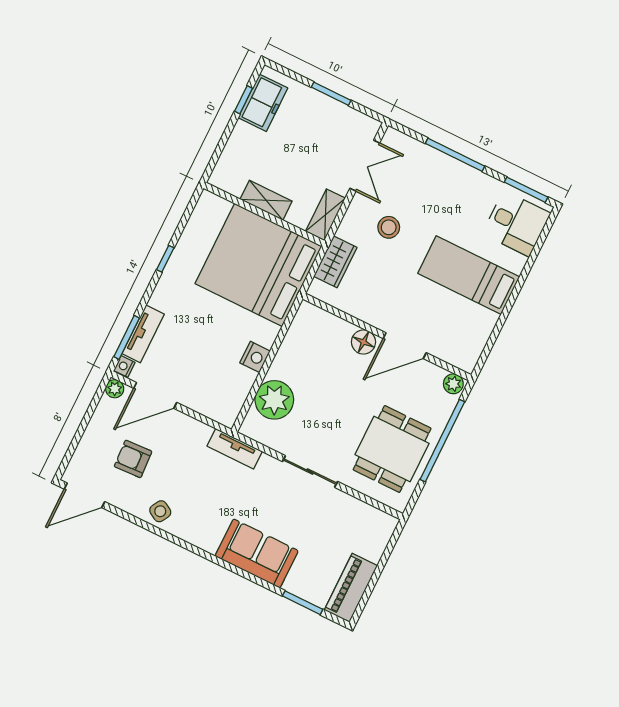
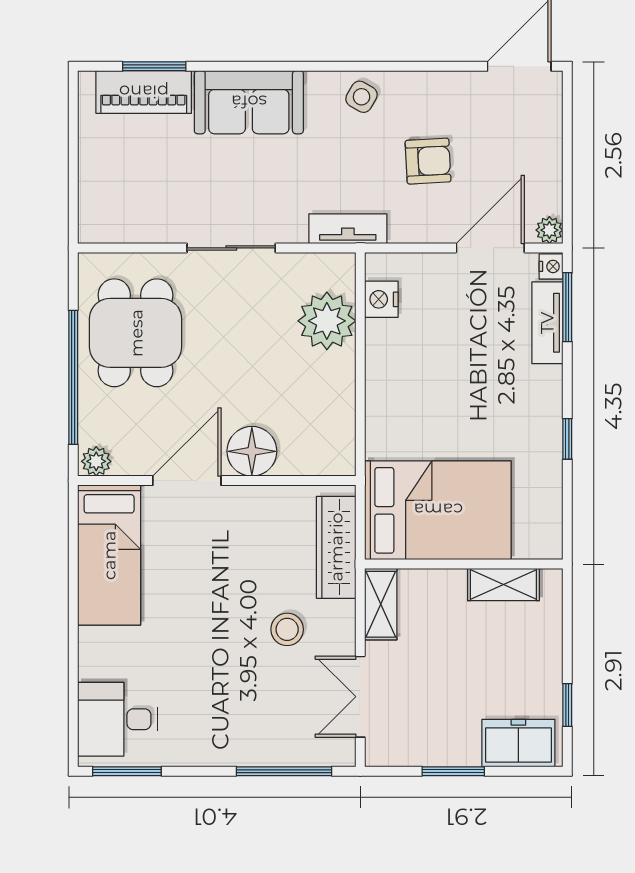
freezer: (263, 103) -> (518, 743), moved, turned 90
window: (455, 155) -> (284, 771), moved
shelving: (266, 200) -> (503, 585), moved
wardrobe: (335, 262) -> (336, 547), width x1.50
bed: (258, 265) -> (438, 510), width x0.73
bed: (469, 275) -> (109, 555), moved, turned 90
floor lamp: (363, 342) -> (252, 451), width x1.38, depth x1.38
nightstand: (255, 357) -> (381, 299), moved
armchair: (133, 459) -> (428, 161), moved
side table: (160, 511) -> (362, 97), moved
piano: (351, 588) -> (144, 92), moved, turned 90

